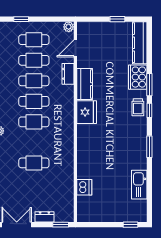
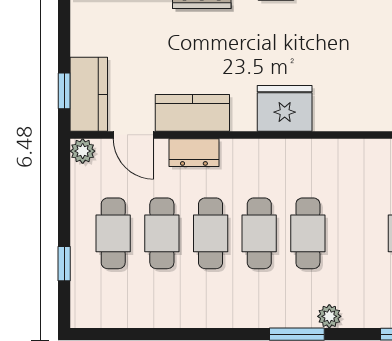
window: (117, 19) -> (64, 91), moved
kitchen counter: (93, 29) -> (89, 94), added
kitchen counter: (85, 84) -> (192, 113), moved

